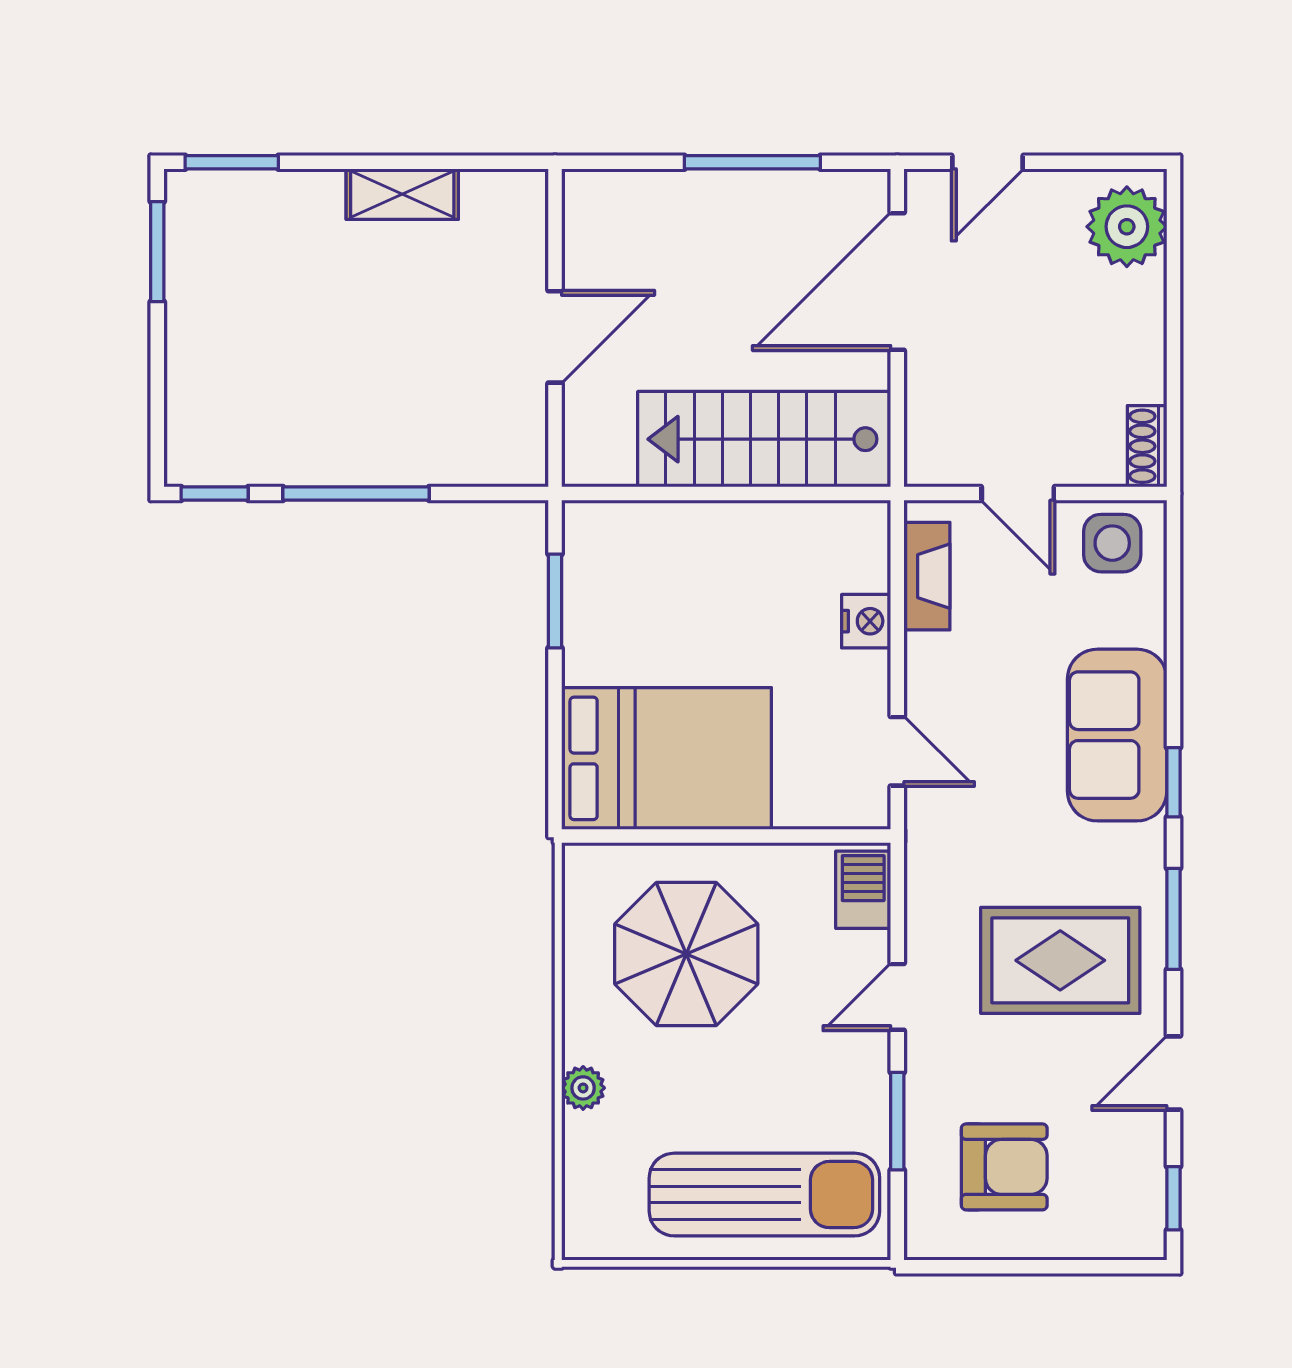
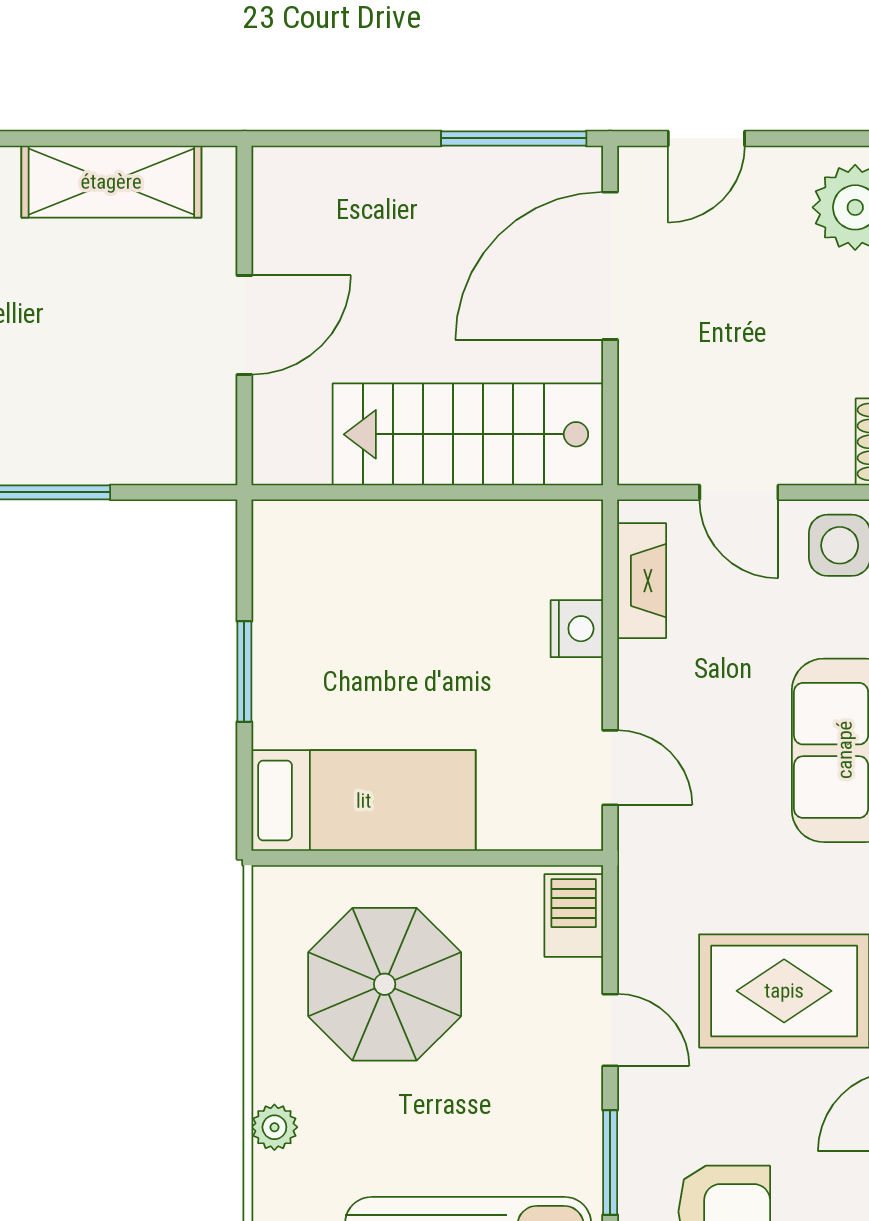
window: (752, 162) -> (514, 138), moved
shelving: (402, 194) -> (111, 182), width x1.50, depth x1.33
window: (555, 601) -> (244, 672), moved
bed: (667, 758) -> (364, 801), width x0.67
door: (897, 997) -> (610, 1030), swing flipped

